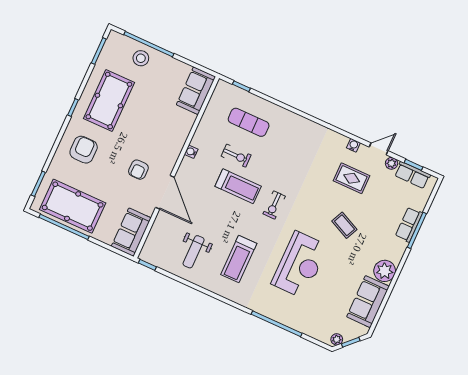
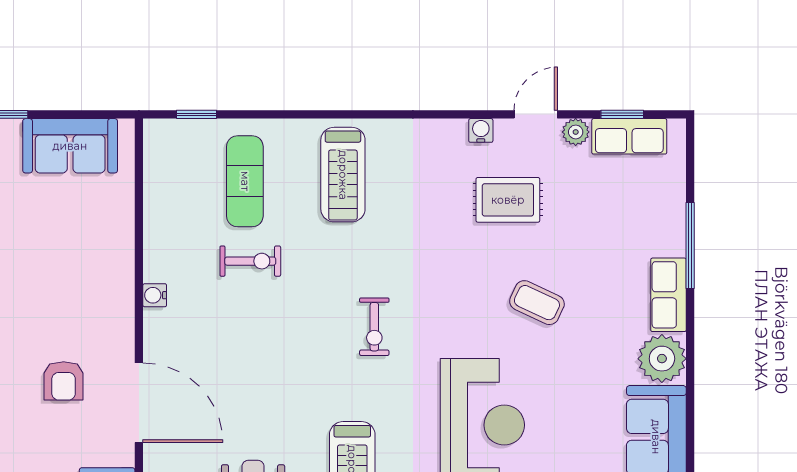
sofa: (196, 91) -> (70, 146), moved, turned -90
exercise mat: (249, 122) -> (245, 181), turned 90
treadmill: (238, 186) -> (343, 175), moved, turned 90
row of seats: (409, 225) -> (668, 295), moved

